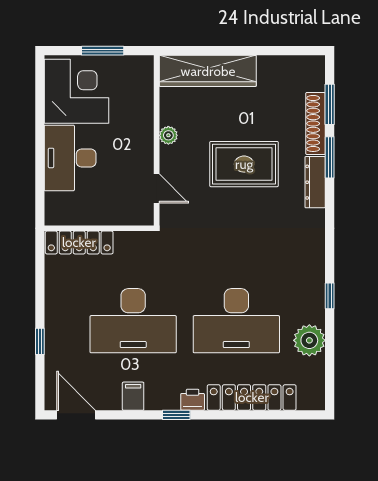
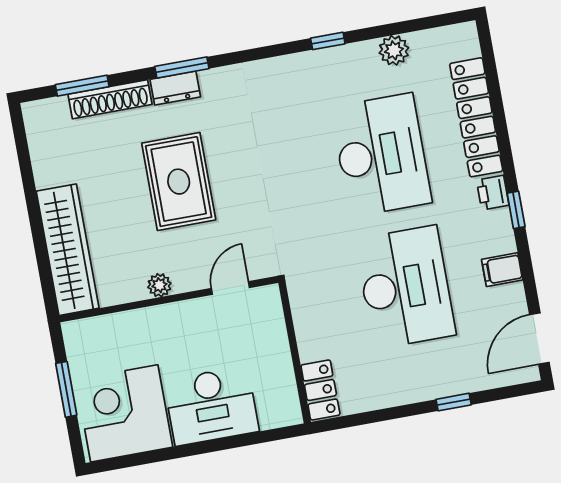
window: (330, 157) -> (182, 67), moved
dresser: (315, 182) -> (175, 88), width x0.70
locker: (79, 242) -> (320, 390), width x0.66
plant: (309, 340) -> (394, 50), width x0.73, depth x0.73

